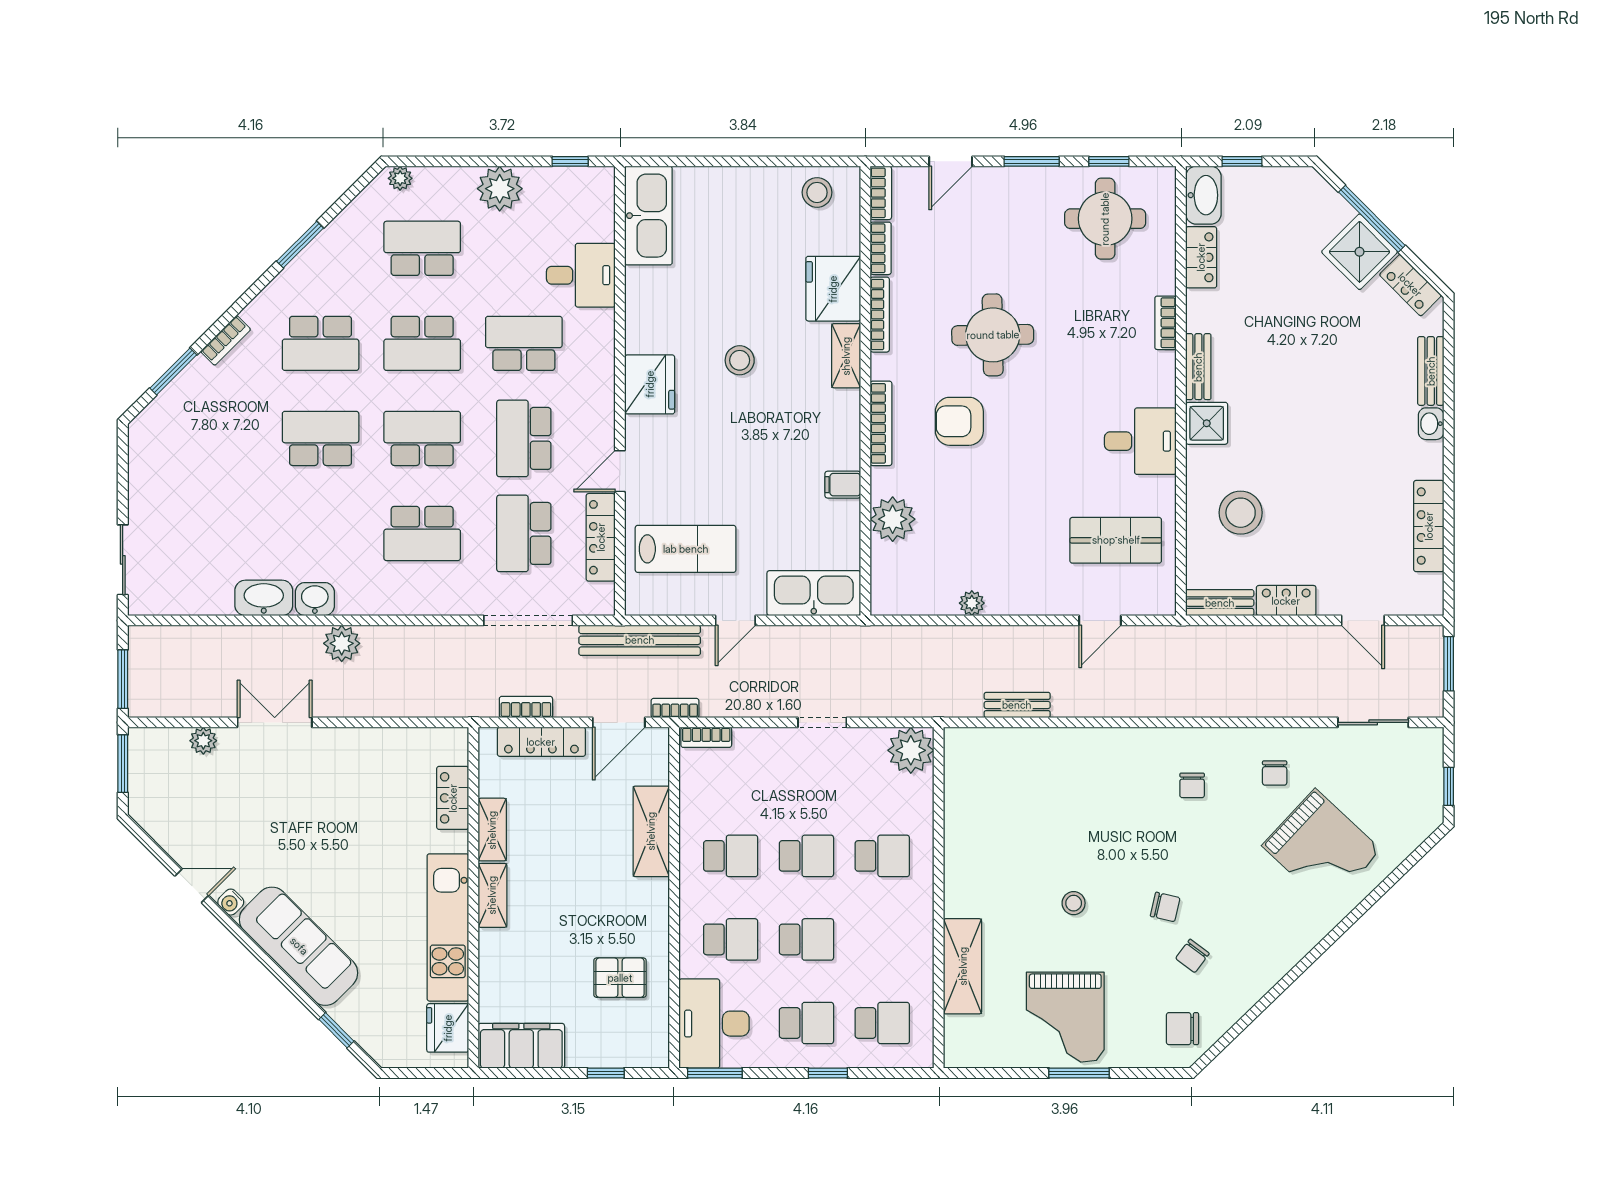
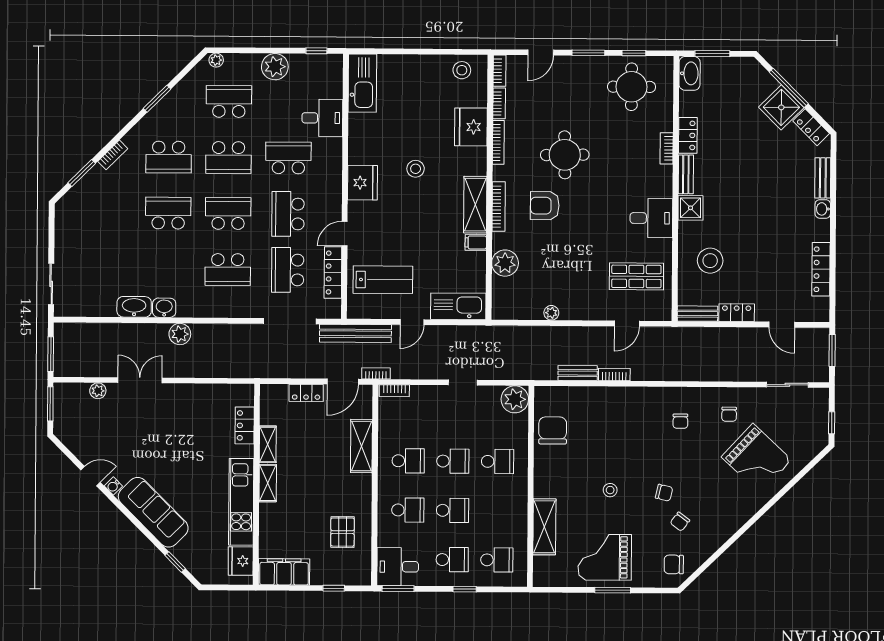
window: (1242, 161) -> (712, 54), width x1.50
locker: (1201, 257) -> (688, 135), moved
shelving: (846, 356) -> (475, 205), moved, width x1.50, depth x1.33
bookcase: (526, 707) -> (614, 374), moved
locker: (541, 742) -> (306, 393), width x0.66
chair: (975, 803) -> (553, 430), added
pallet: (620, 978) -> (342, 532), turned 90
grand piano: (1065, 1017) -> (605, 557), turned 90
desk: (714, 1024) -> (398, 567), width x0.73

